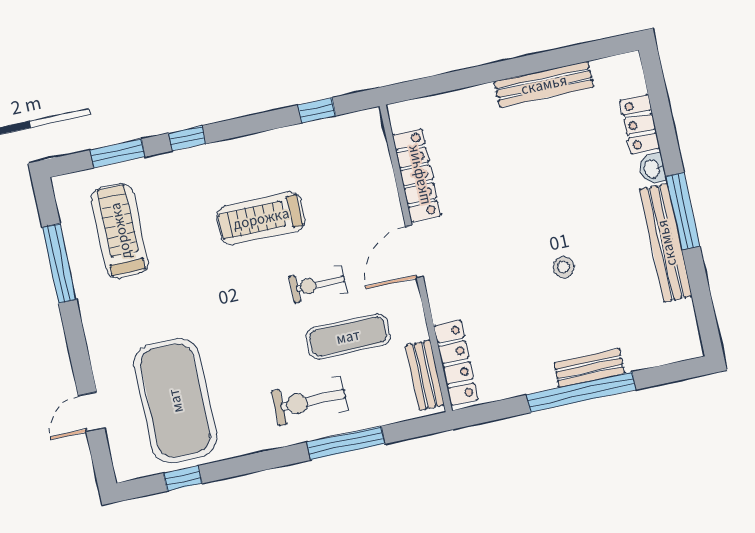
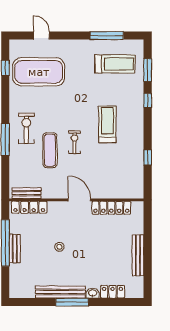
locker: (417, 175) -> (111, 208), moved
door: (414, 252) -> (79, 200), moved
wall: (416, 258) -> (76, 200), moved
locker: (456, 363) -> (29, 207), moved
bench: (425, 375) -> (27, 193), moved

